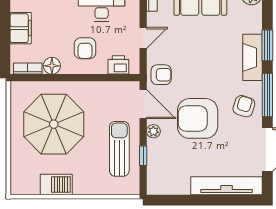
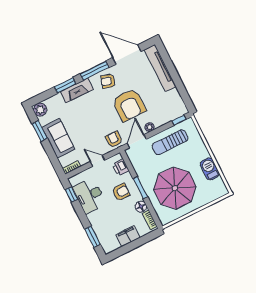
window: (78, 78) -> (140, 188), added
window: (143, 156) -> (179, 120), moved

